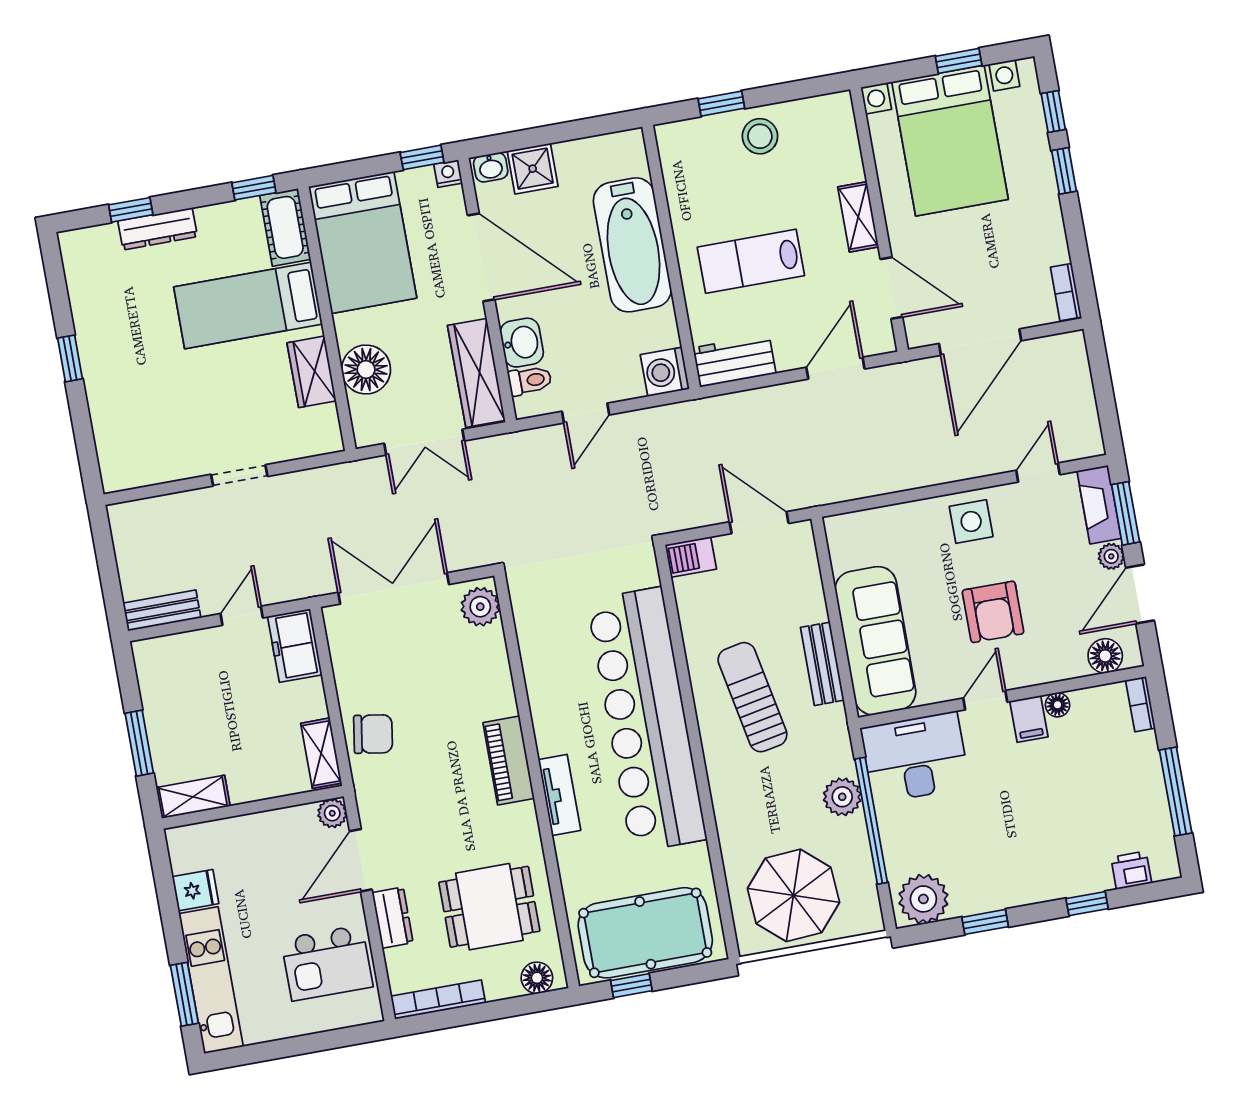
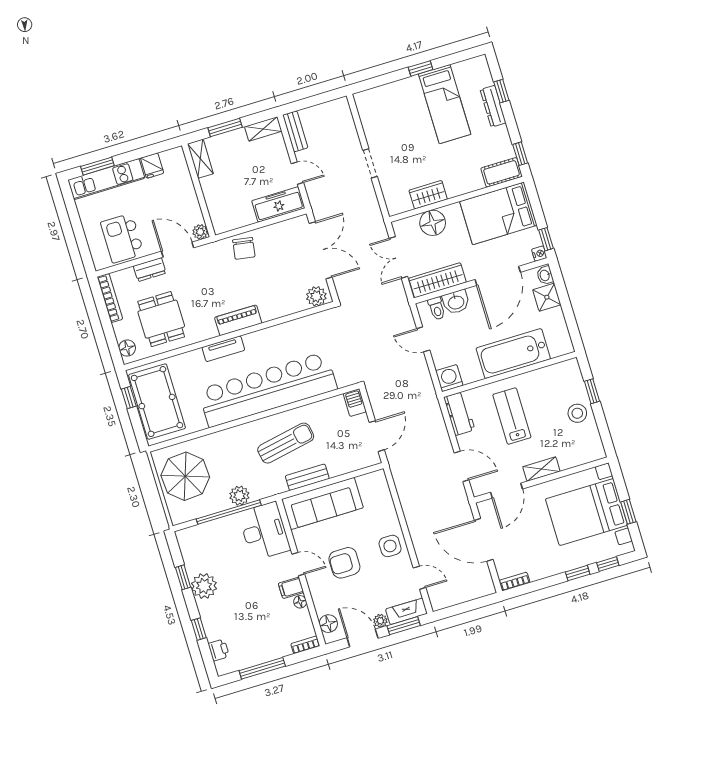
bed: (248, 305) -> (445, 104), moved, turned 180
freezer: (295, 646) -> (278, 204), width x1.40
shelving: (321, 753) -> (263, 129), moved
plant: (923, 899) -> (204, 586), moved

